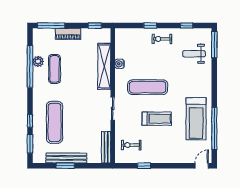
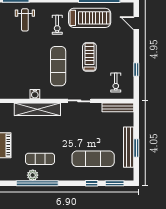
exercise bike: (162, 39) -> (57, 25), moved
door: (202, 166) -> (136, 23), moved

